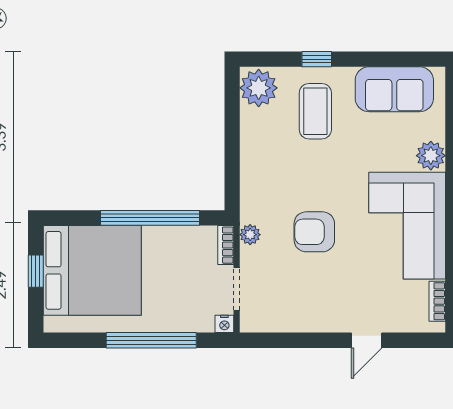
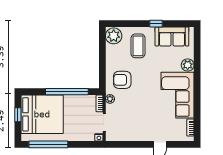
window: (317, 59) -> (156, 24), moved
armchair: (314, 232) -> (122, 80), moved
window: (151, 340) -> (48, 144), moved

